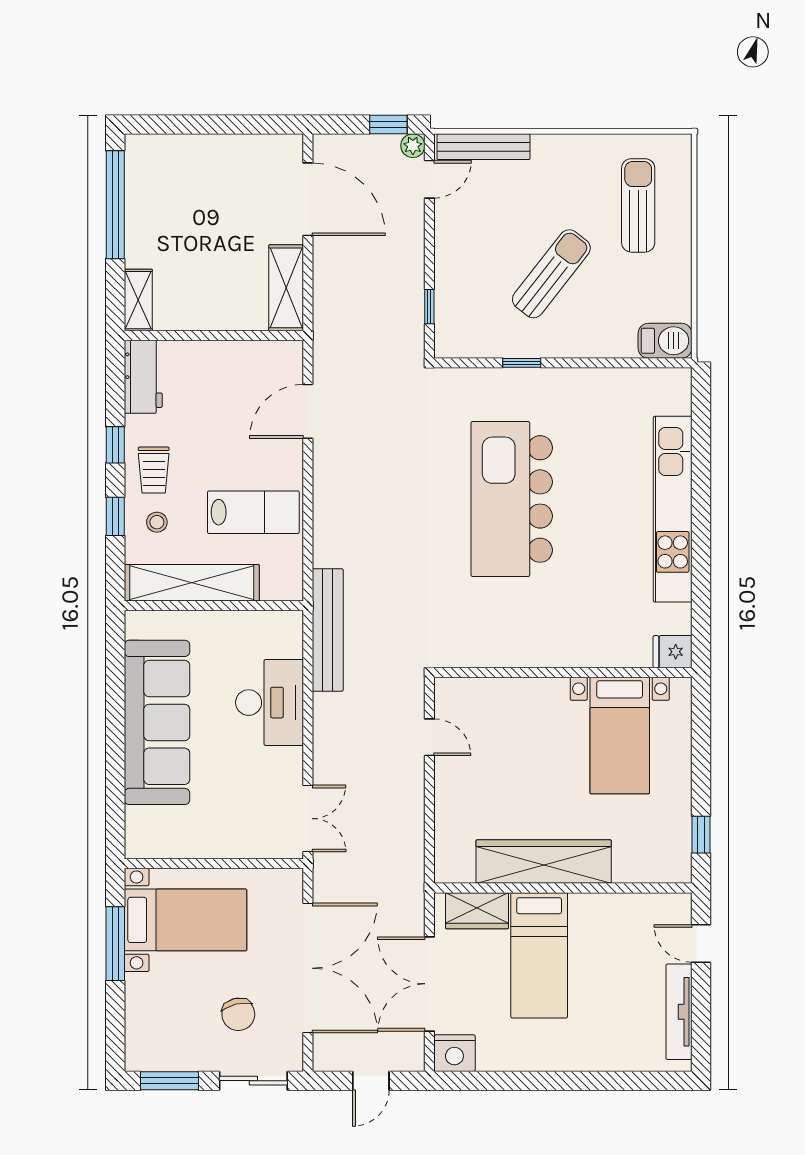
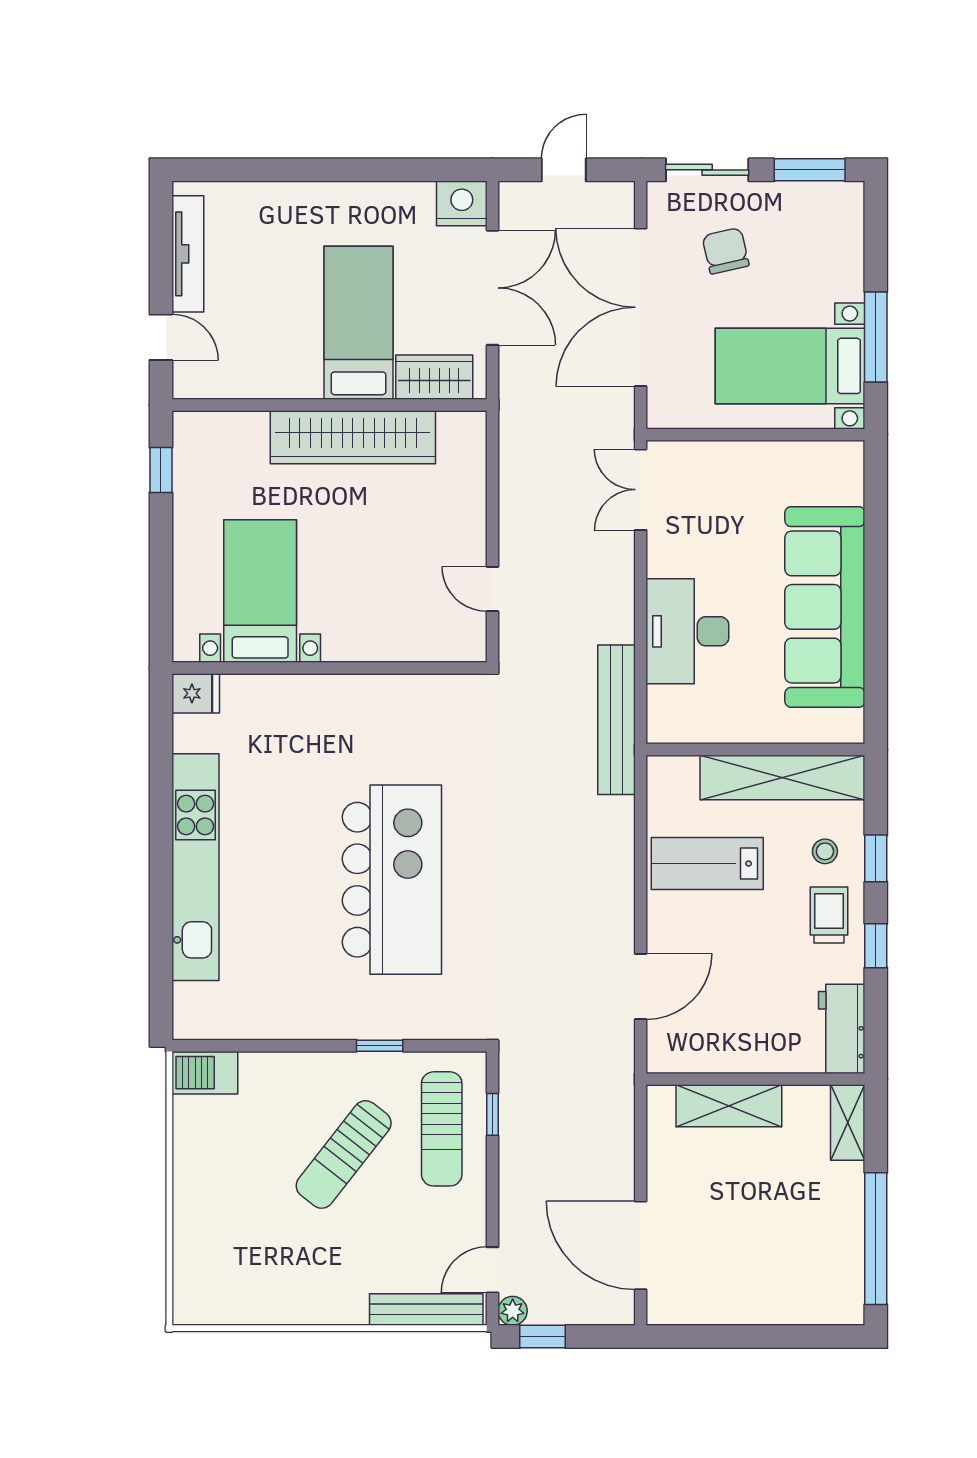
sun lounger: (638, 205) -> (442, 1129), moved
shelving: (286, 288) -> (729, 1106), moved, turned 90

